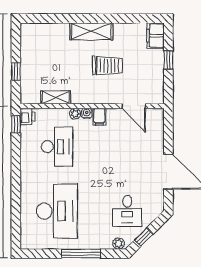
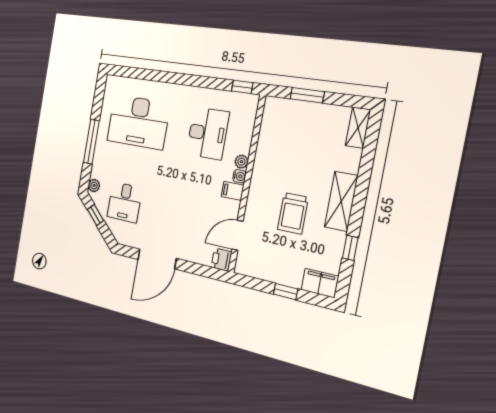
window: (124, 19) -> (350, 248), added
window: (16, 71) -> (307, 95), width x1.50
shelving: (56, 97) -> (358, 128), moved
printer: (28, 116) -> (221, 260), moved, turned 90
desk: (57, 147) -> (208, 133), turned -90
desk: (127, 211) -> (125, 202), turned -90

